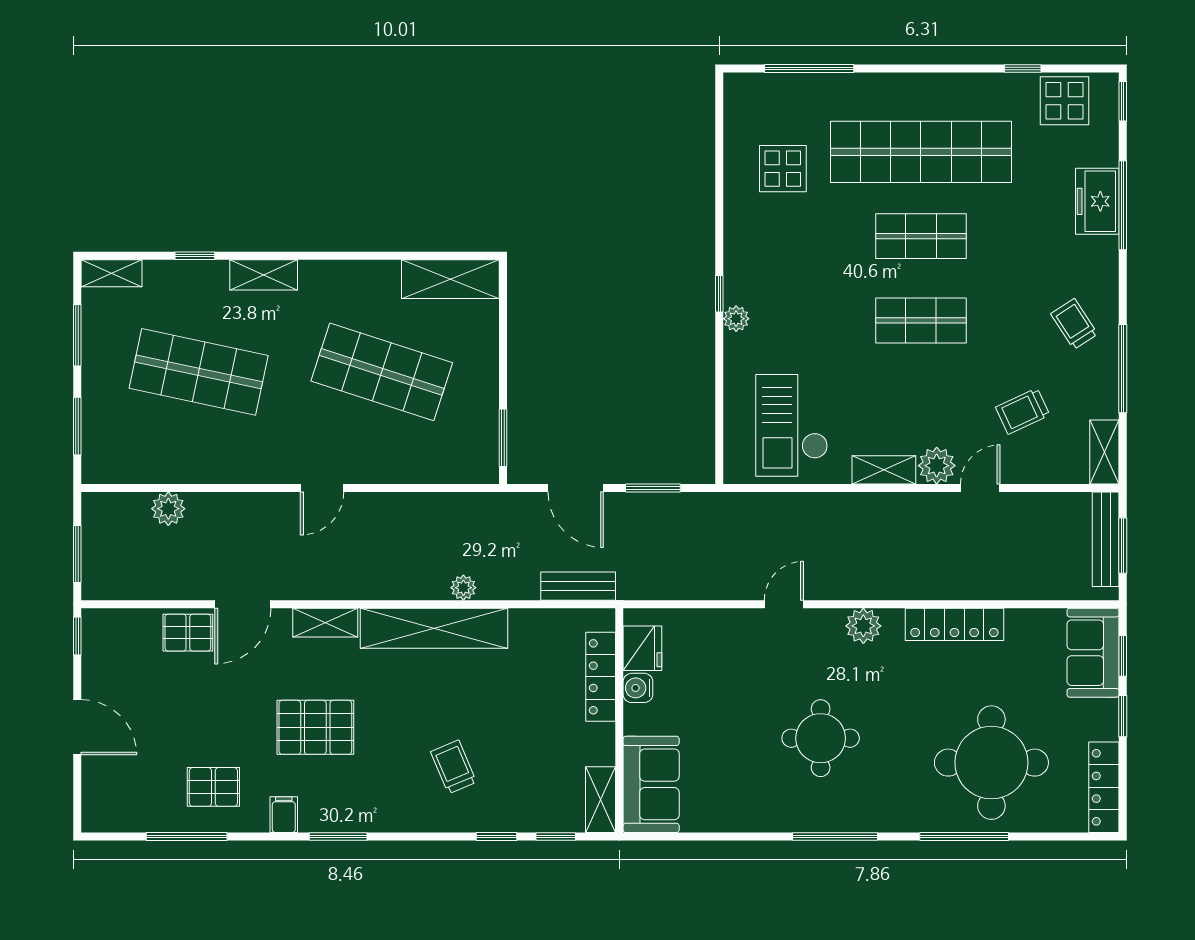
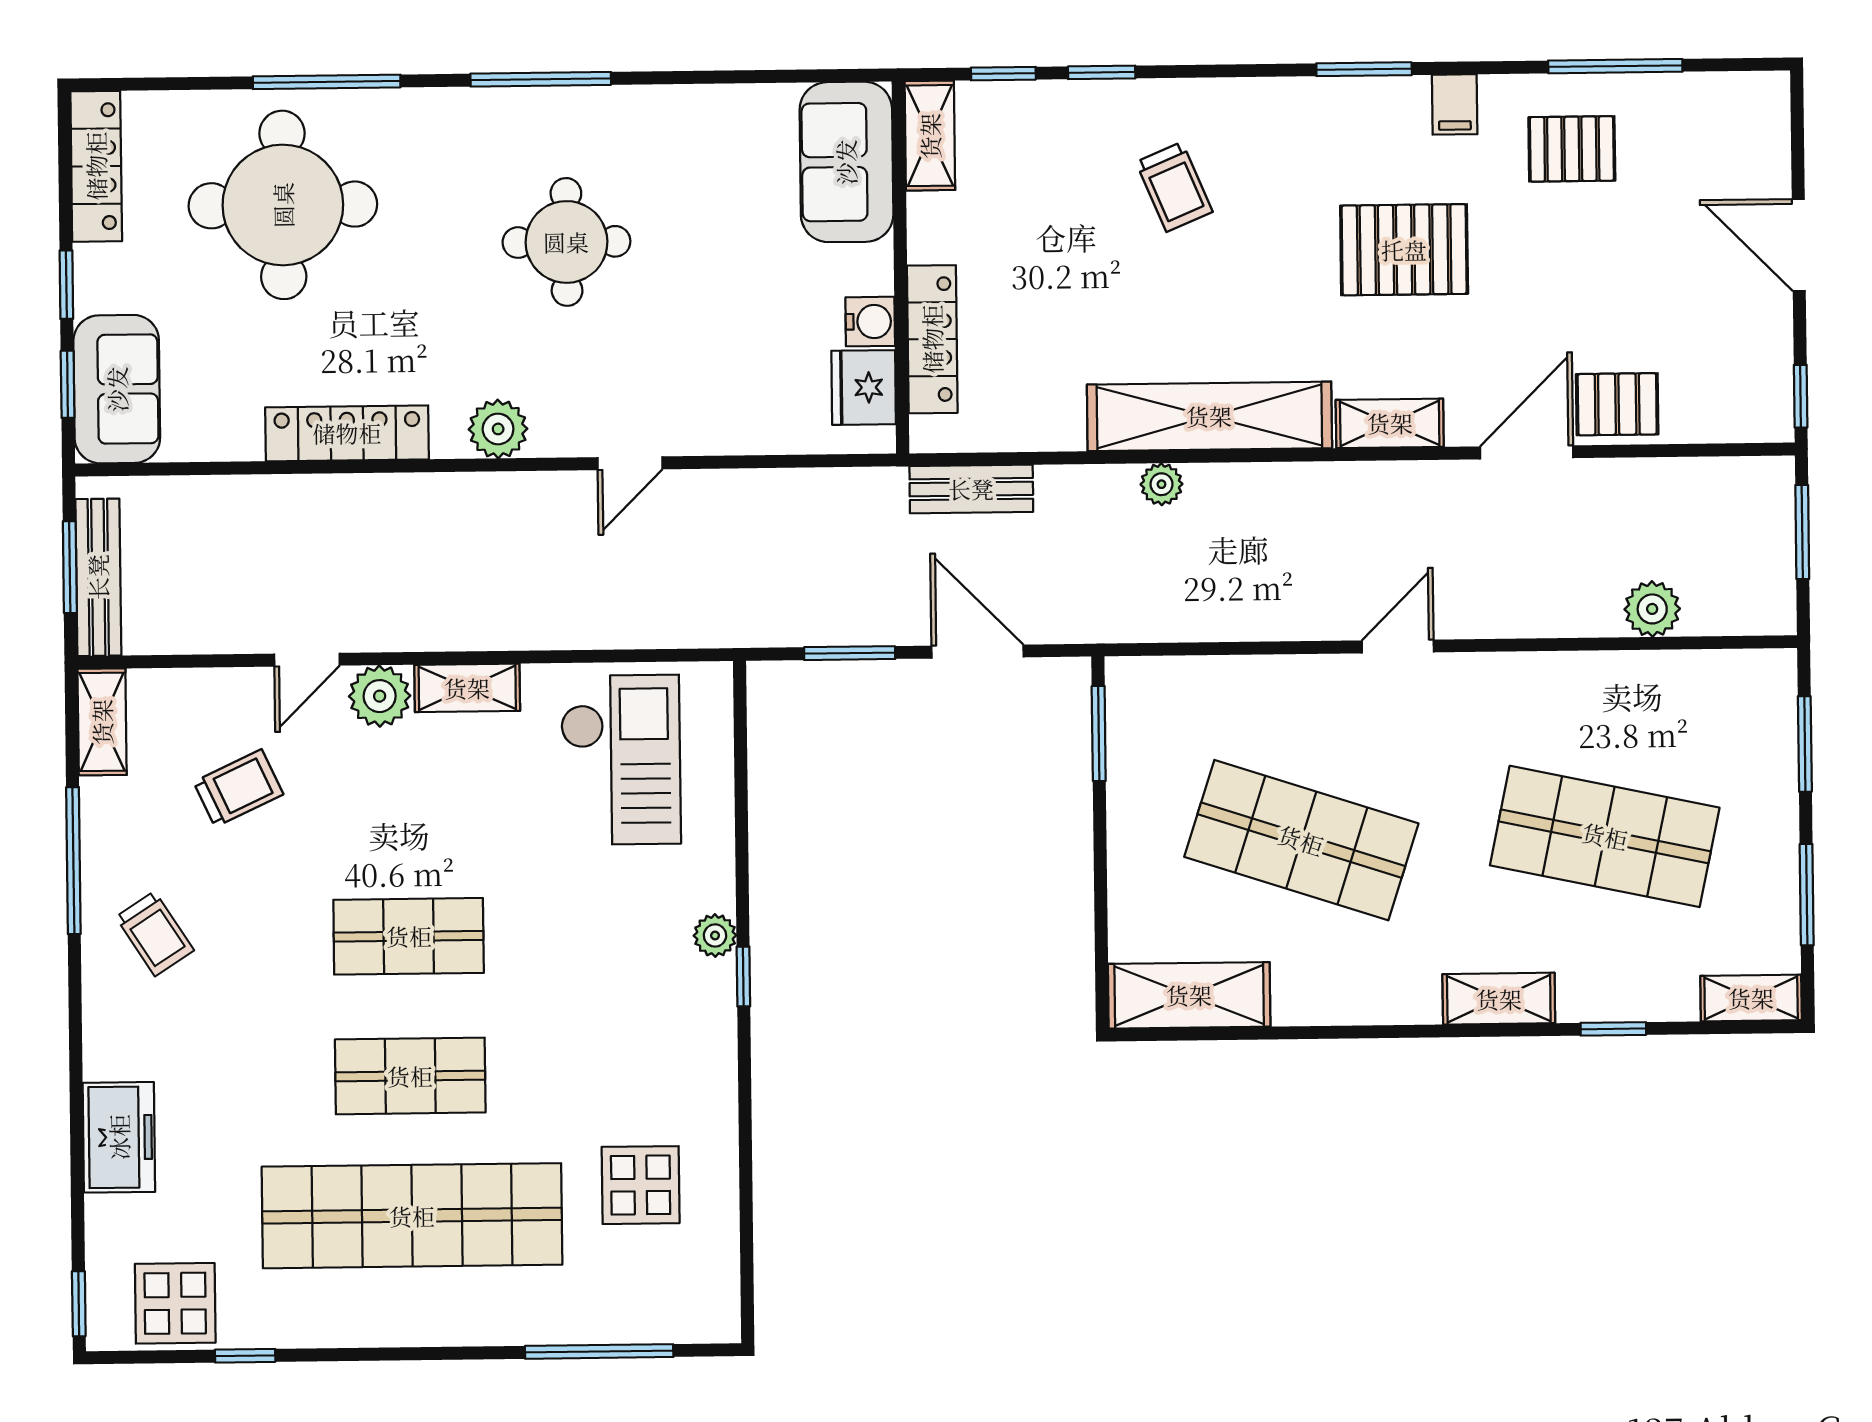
window: (1123, 205) -> (77, 1131), removed

